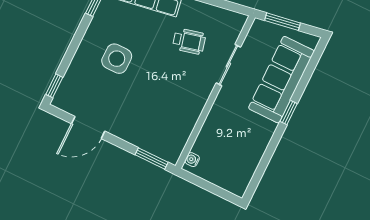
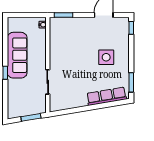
wheelchair: (189, 41) -> (74, 84), removed
sofa: (281, 80) -> (17, 55), moved

